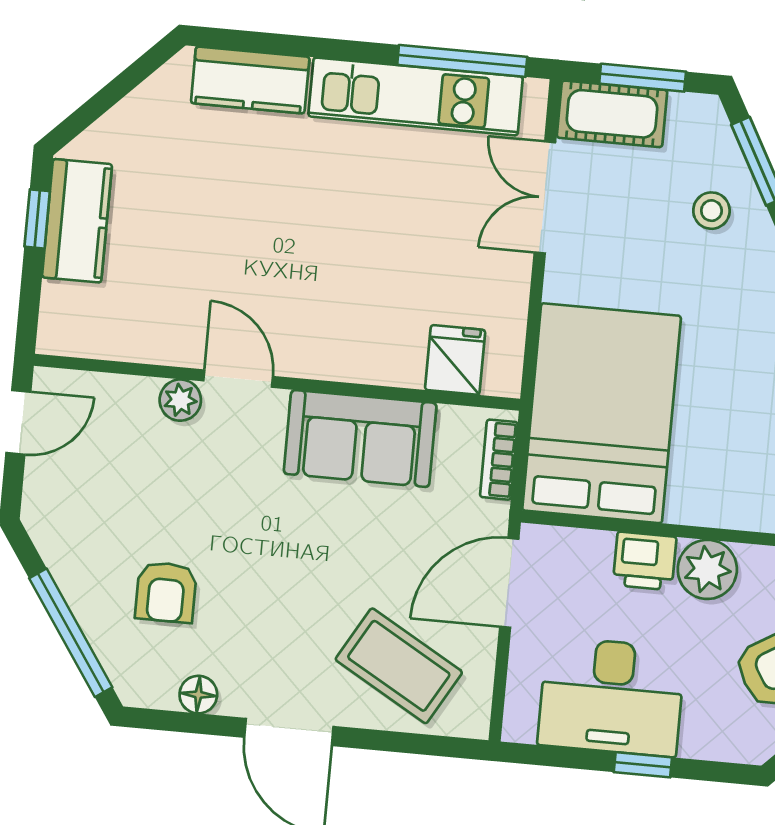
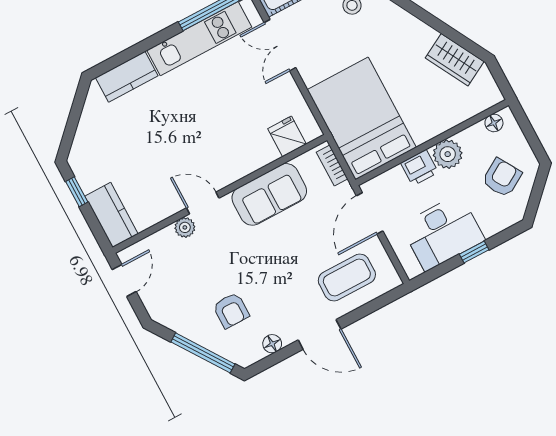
kitchen counter: (77, 221) -> (111, 215), moved
coffee table: (399, 666) -> (347, 277), turned -30

